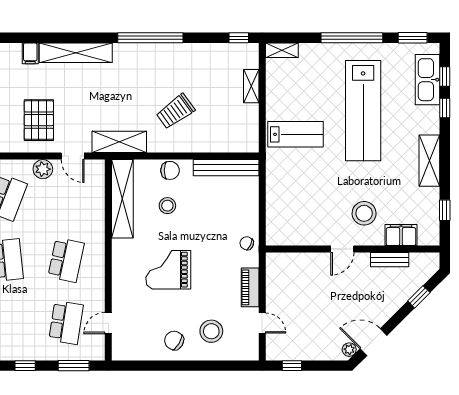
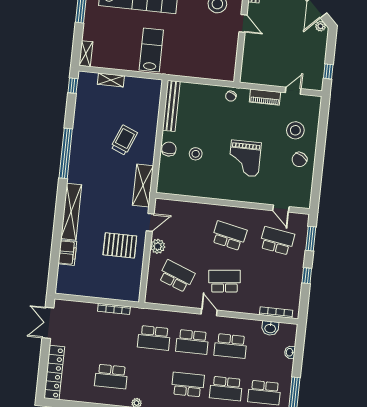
filing cabinet: (30, 53) -> (67, 253), width x2.00
trolley: (175, 111) -> (124, 140), turned -122
shelving: (122, 199) -> (187, 188), removed

